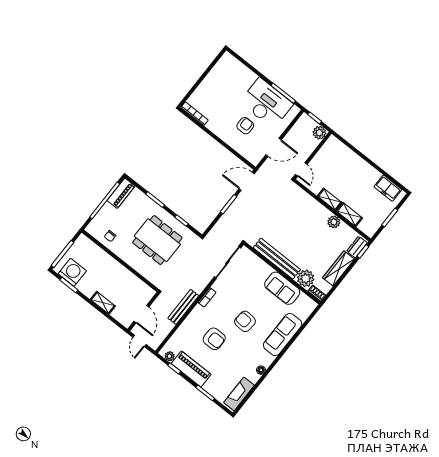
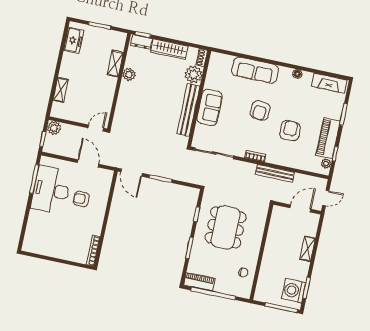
shelving: (330, 199) -> (61, 90), moved
sofa: (282, 288) -> (210, 107), moved

